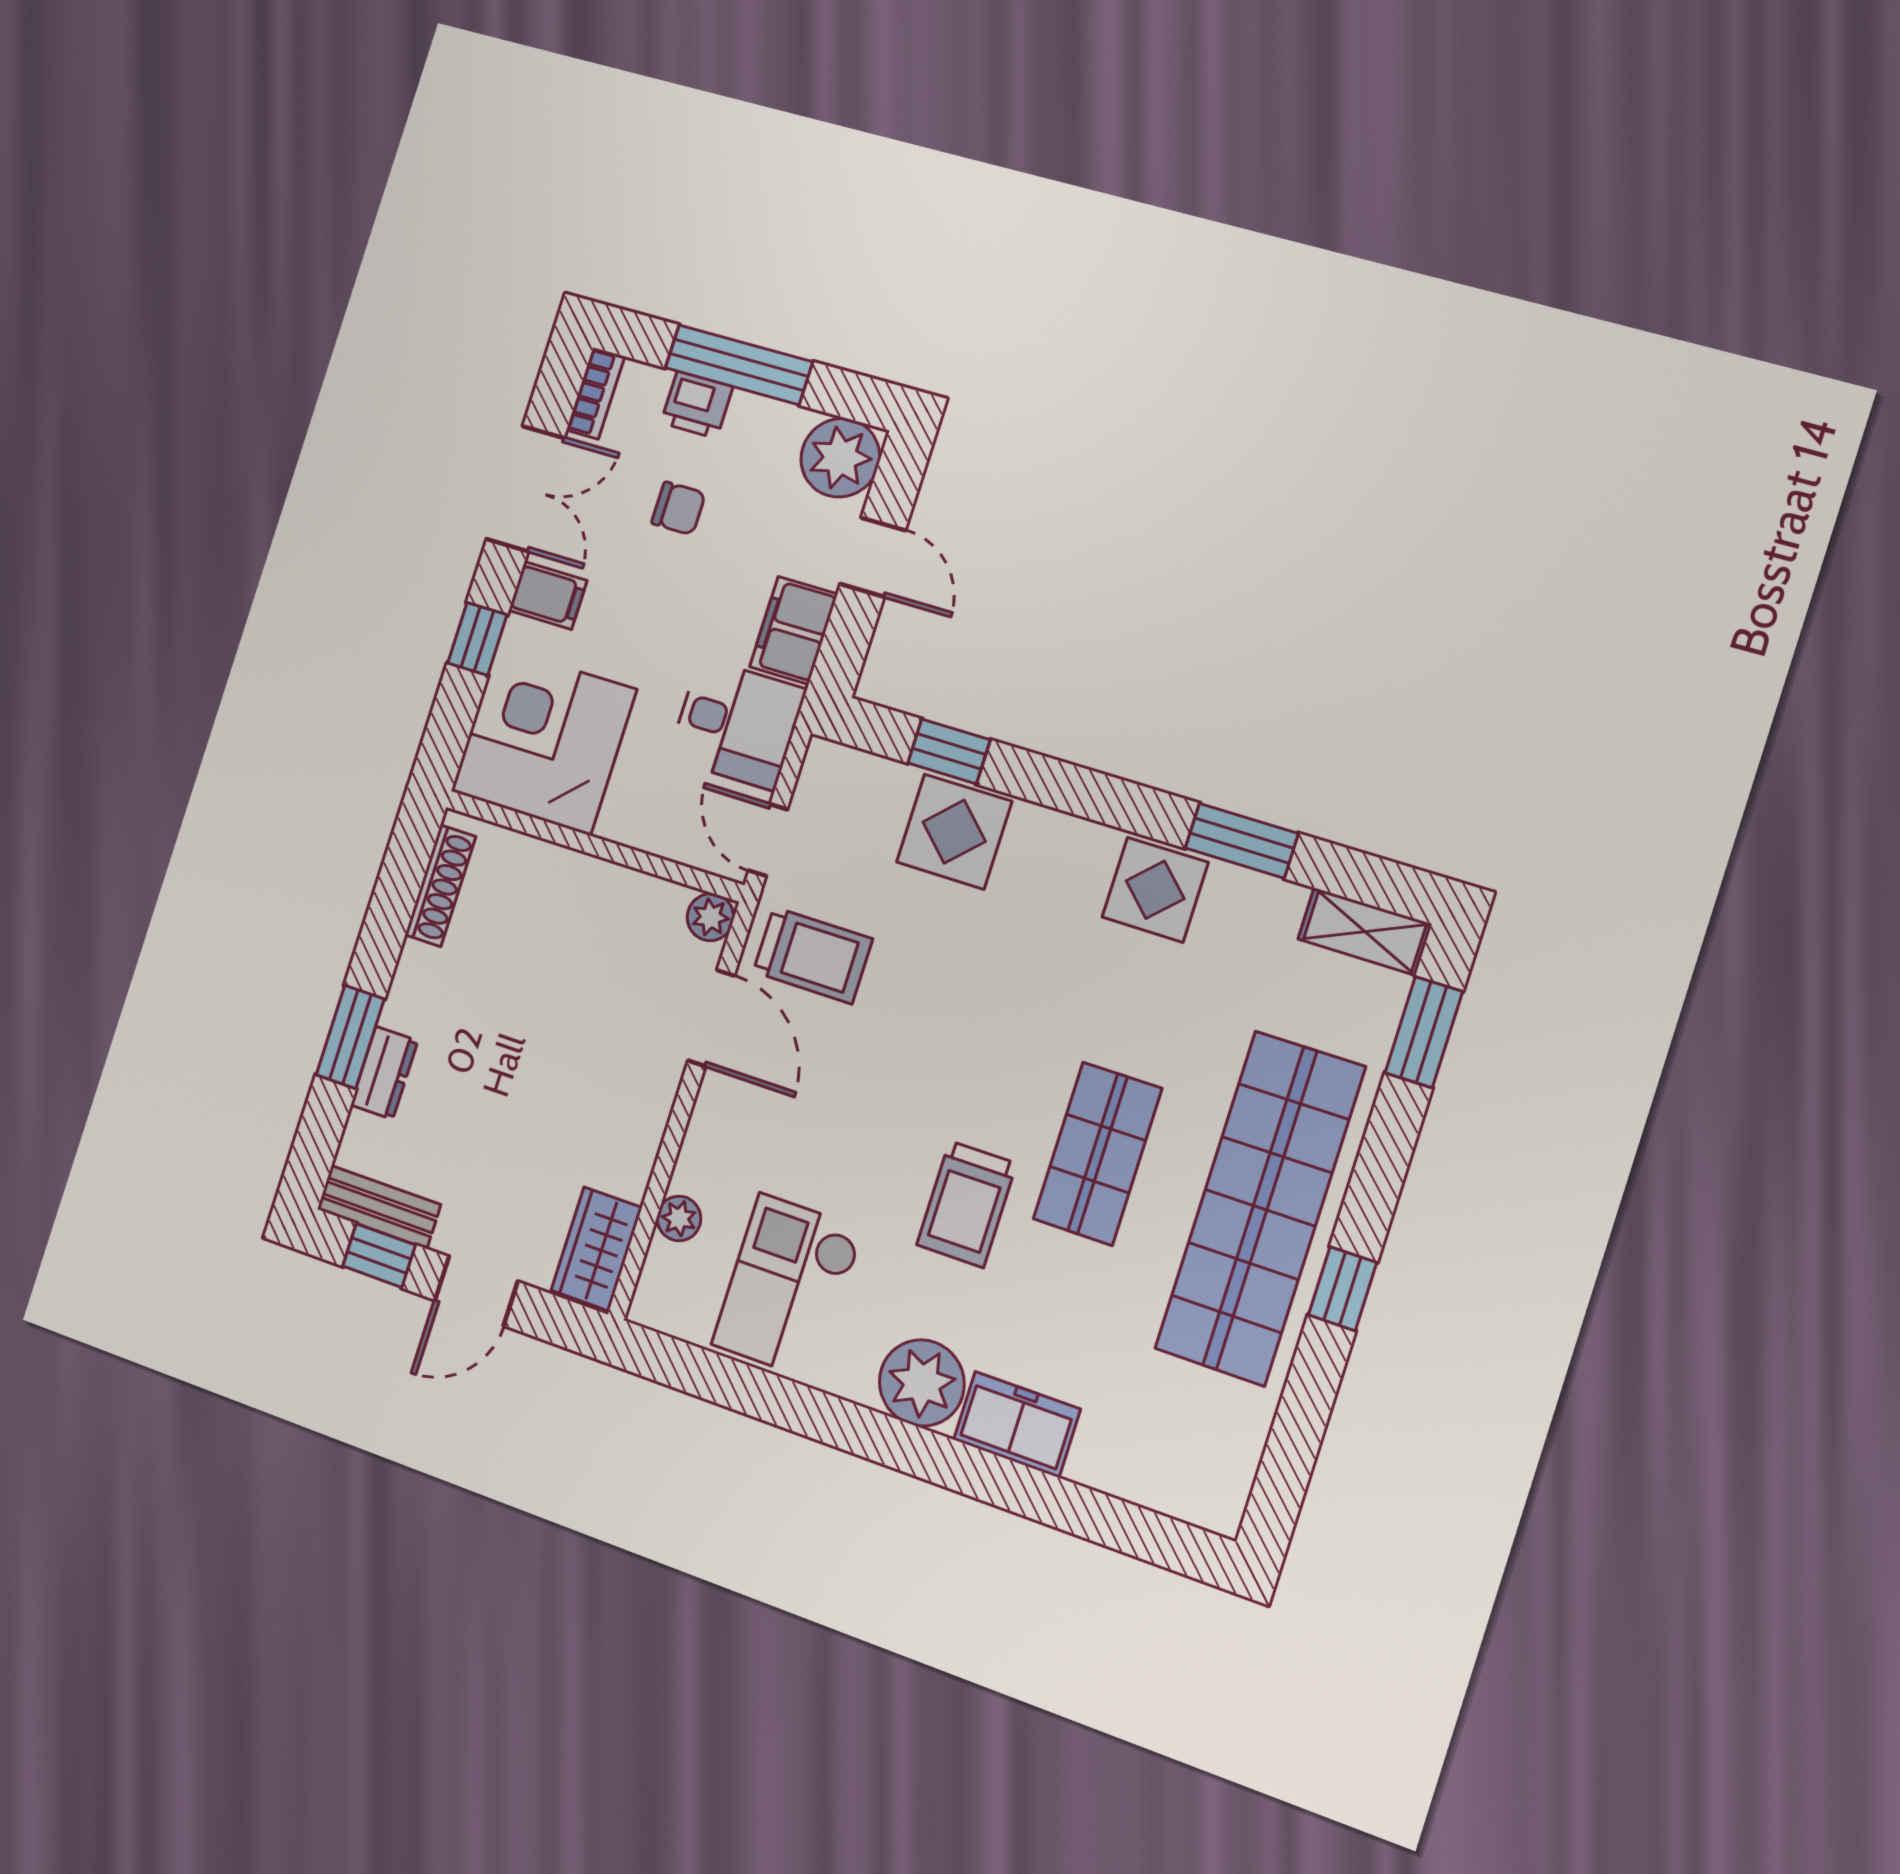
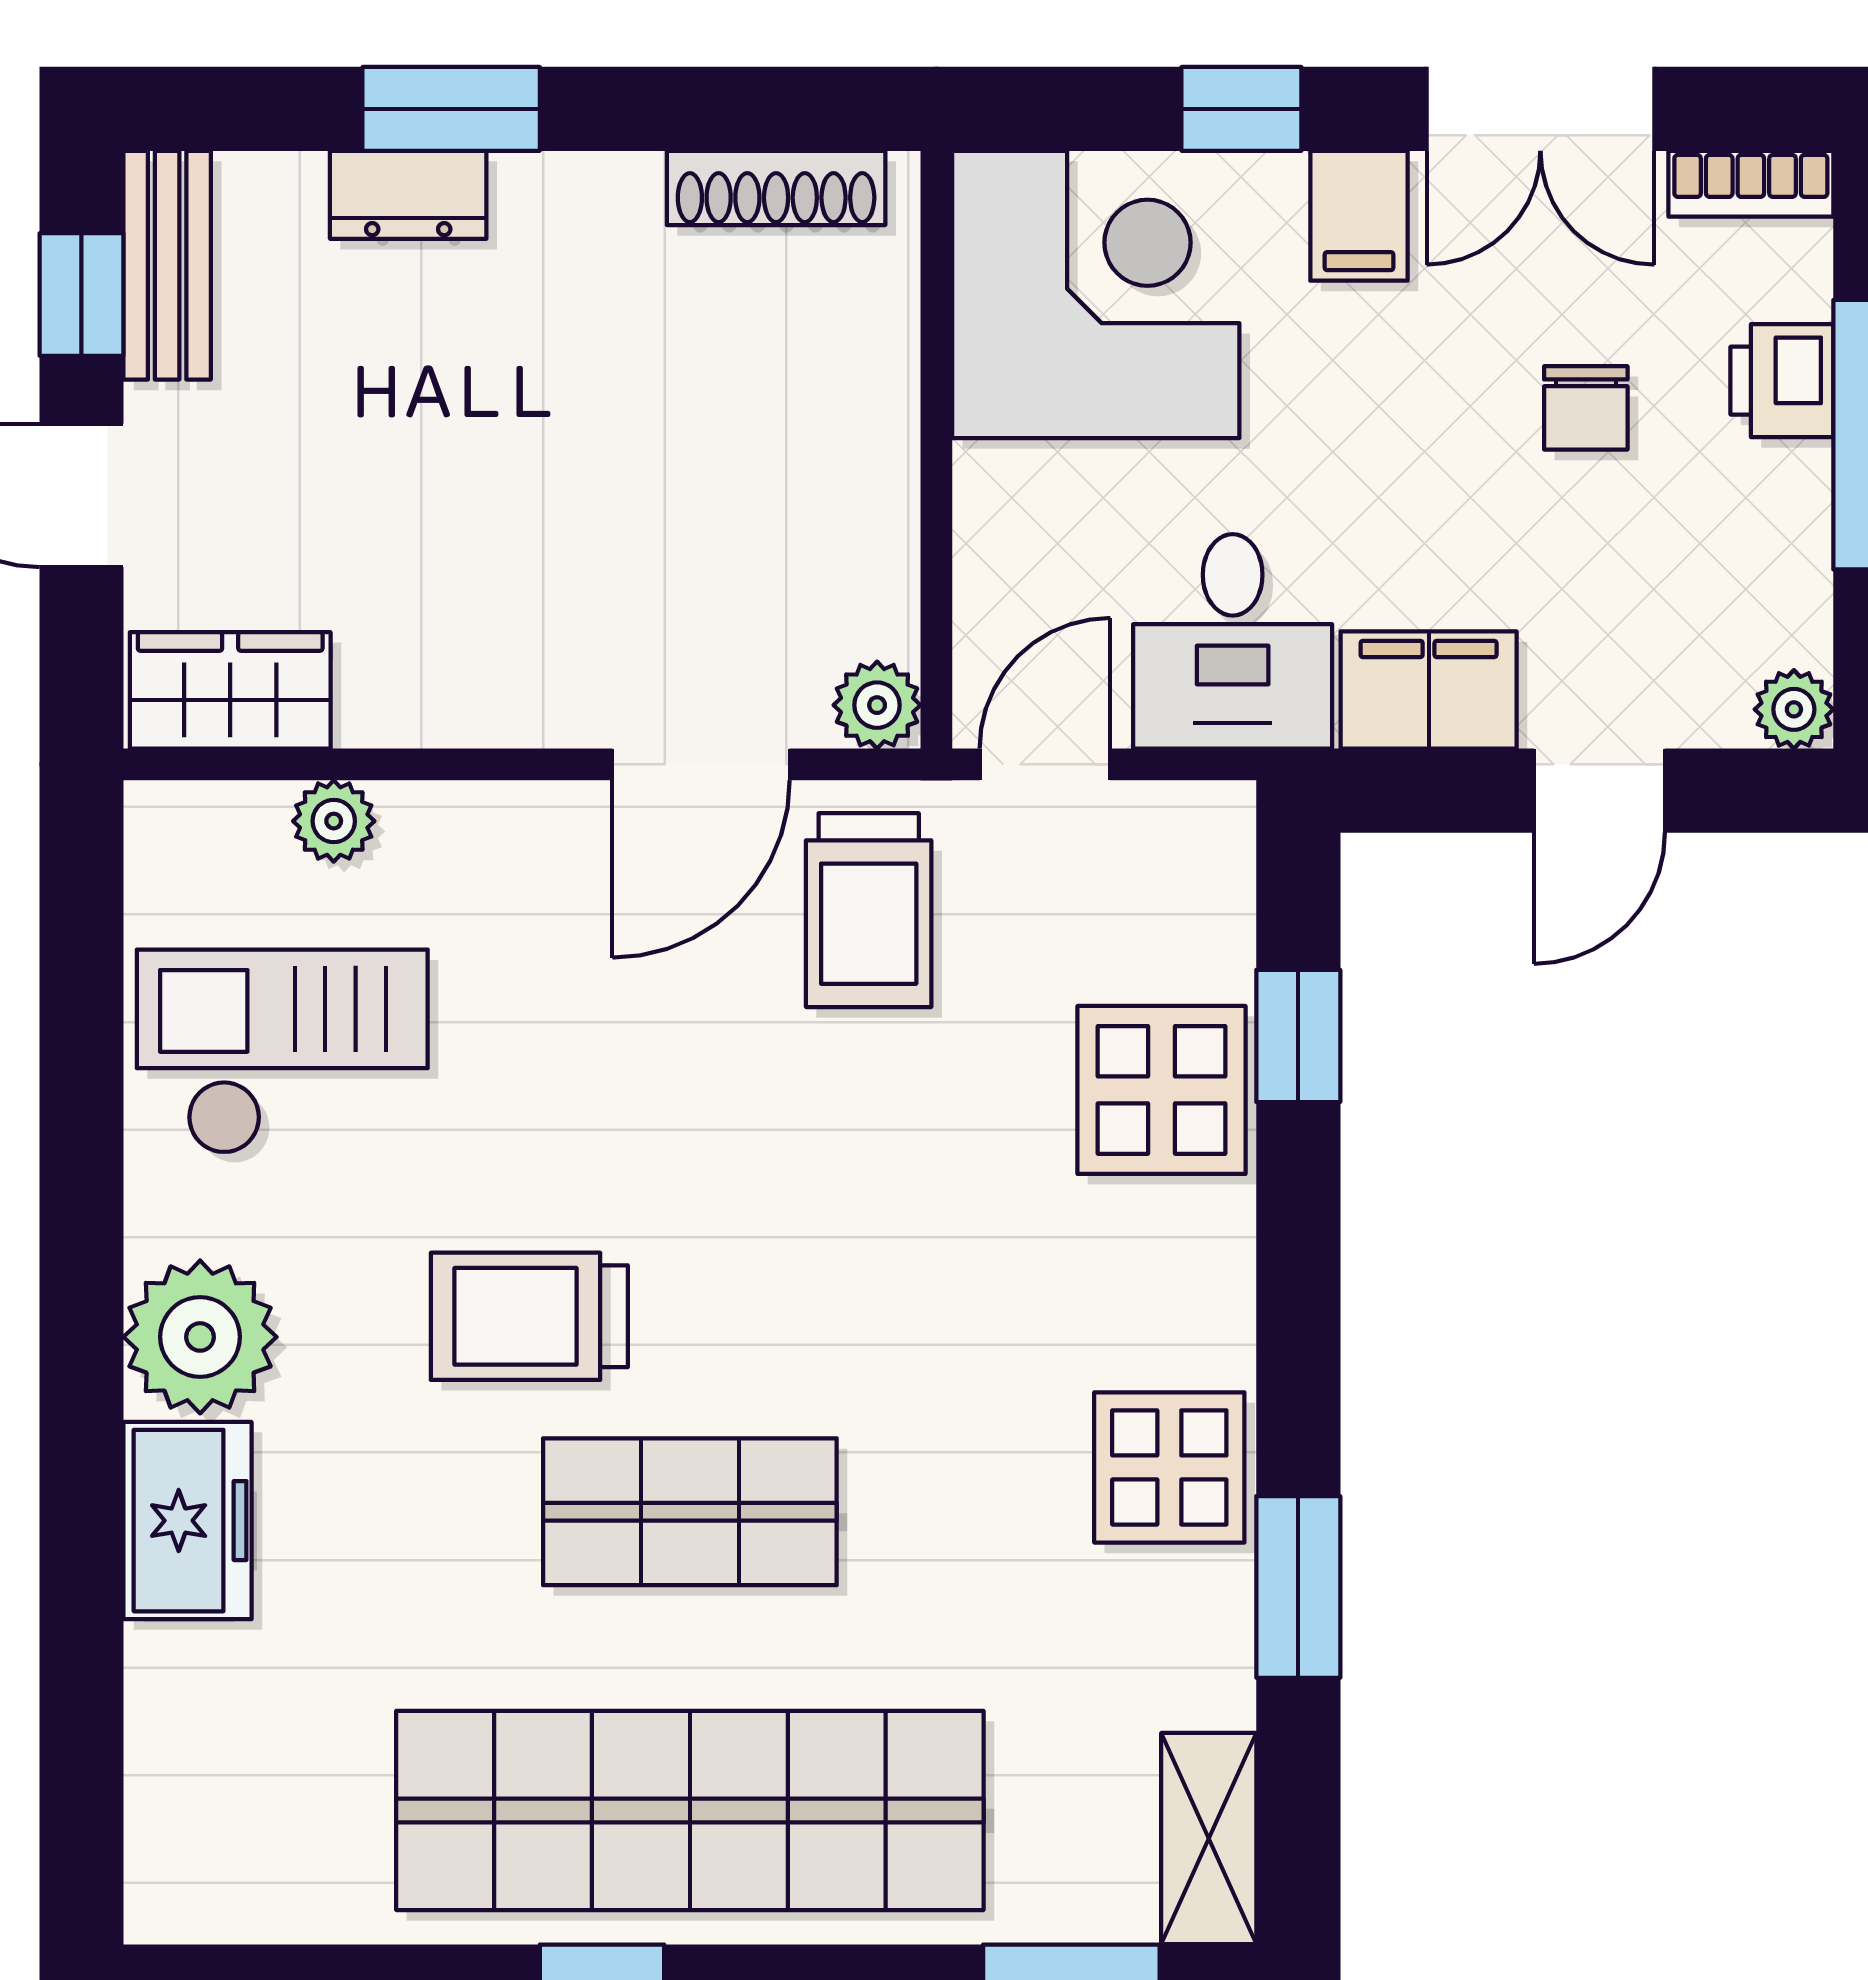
plant: (840, 458) -> (1794, 709), width x0.53, depth x0.53

